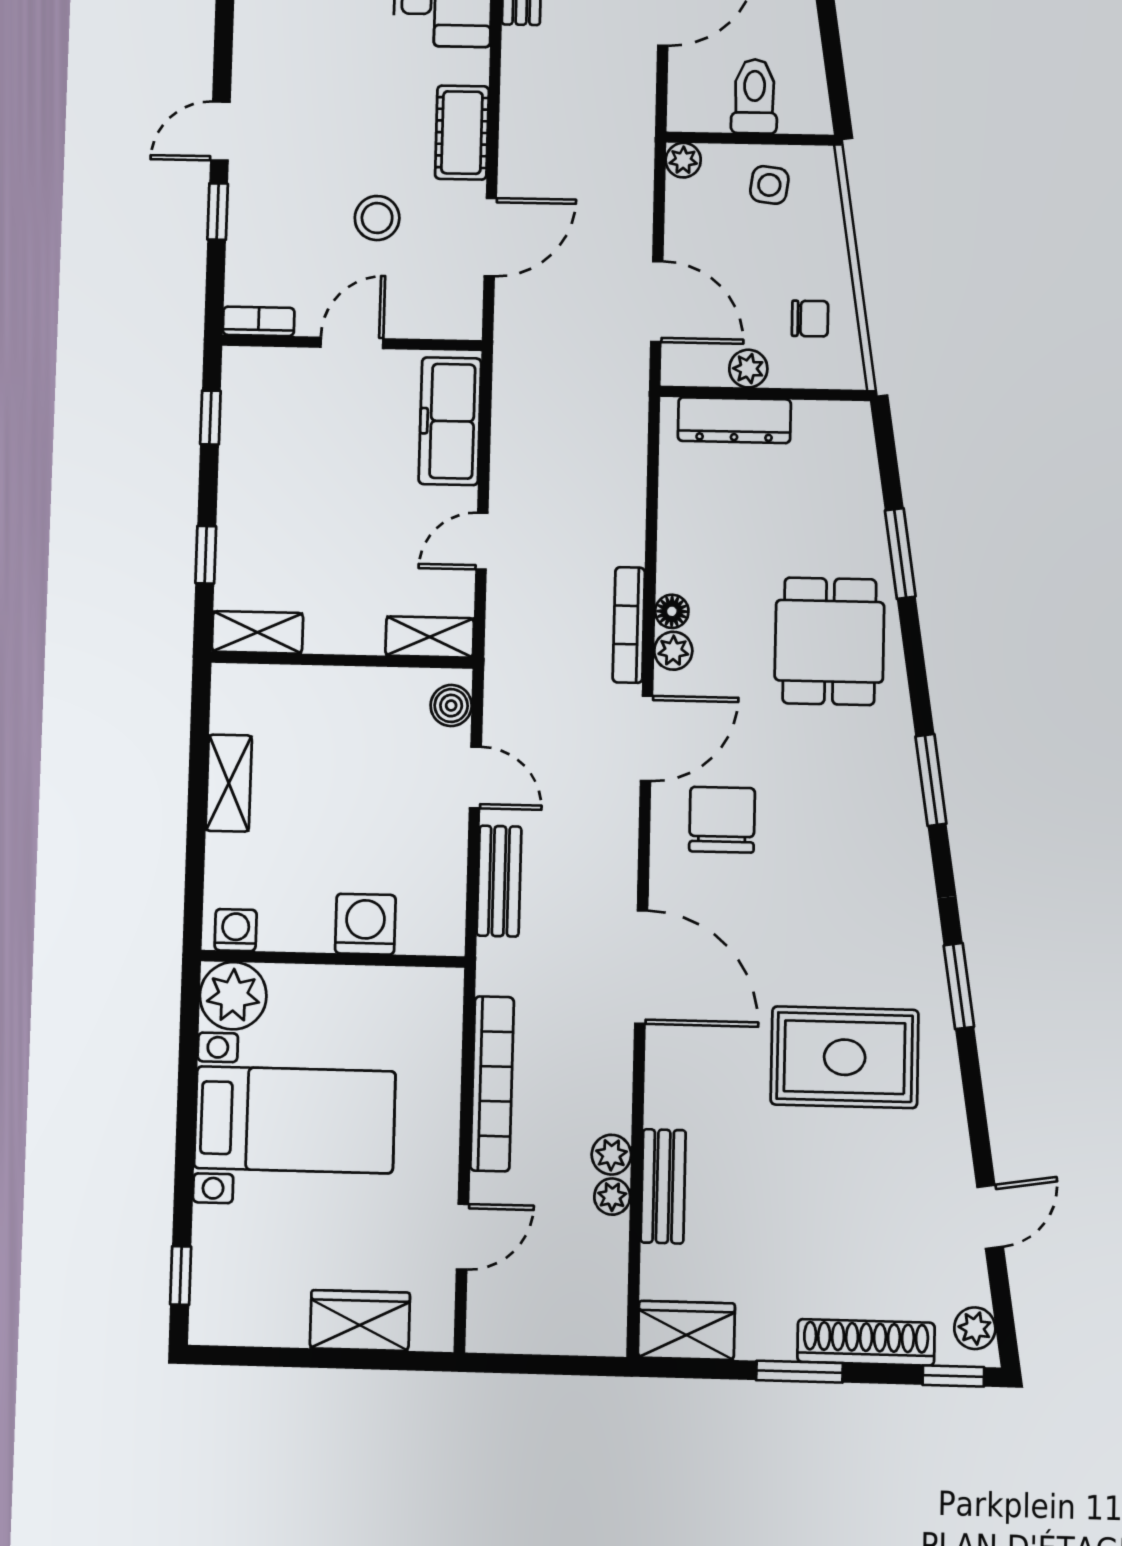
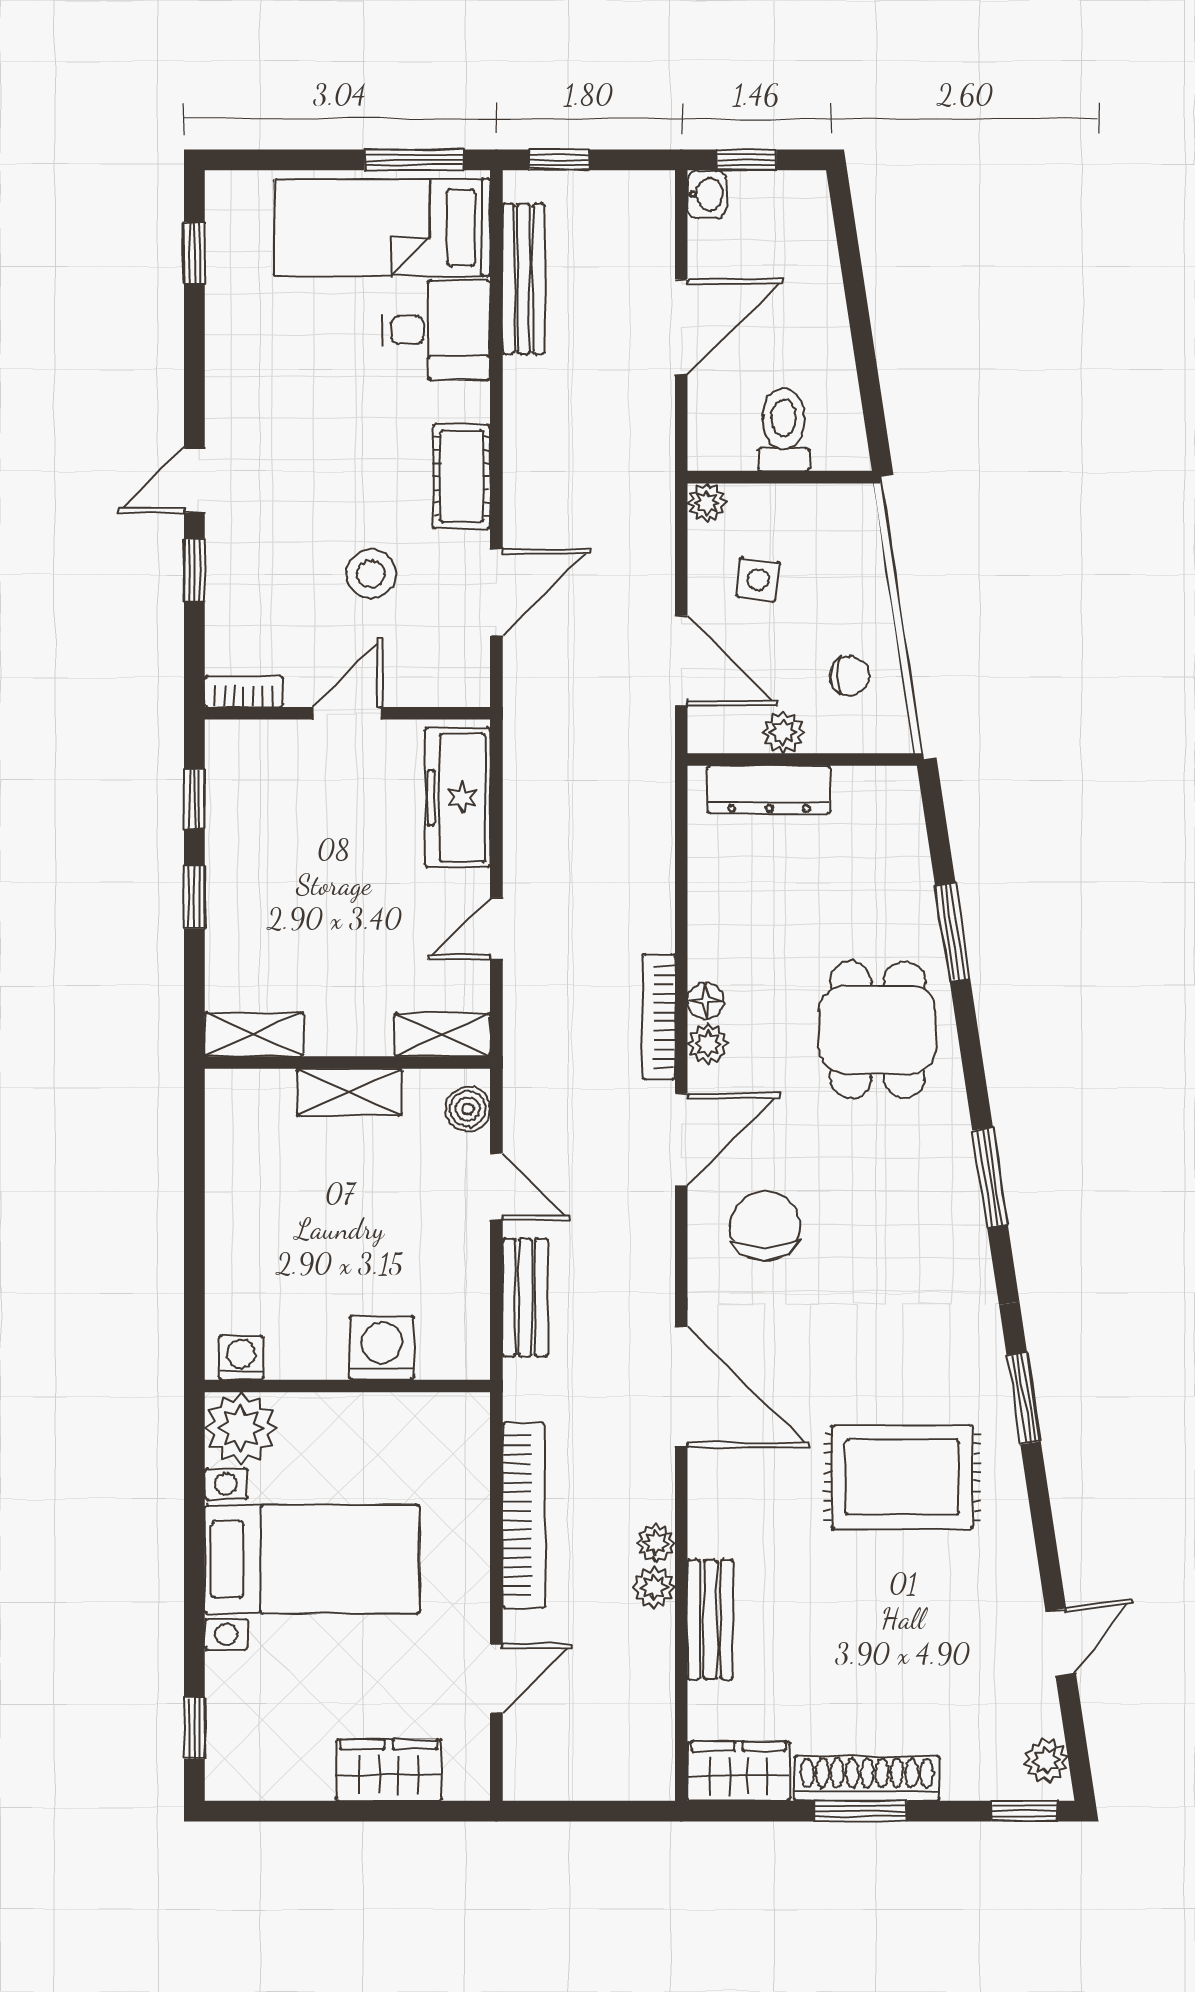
side table: (769, 185) -> (758, 580), moved
window: (206, 555) -> (194, 897), moved
shelving: (229, 783) -> (349, 1092), moved, turned 90
plant: (612, 1197) -> (656, 1543), moved
shoe rack: (866, 1342) -> (867, 1778), moved

